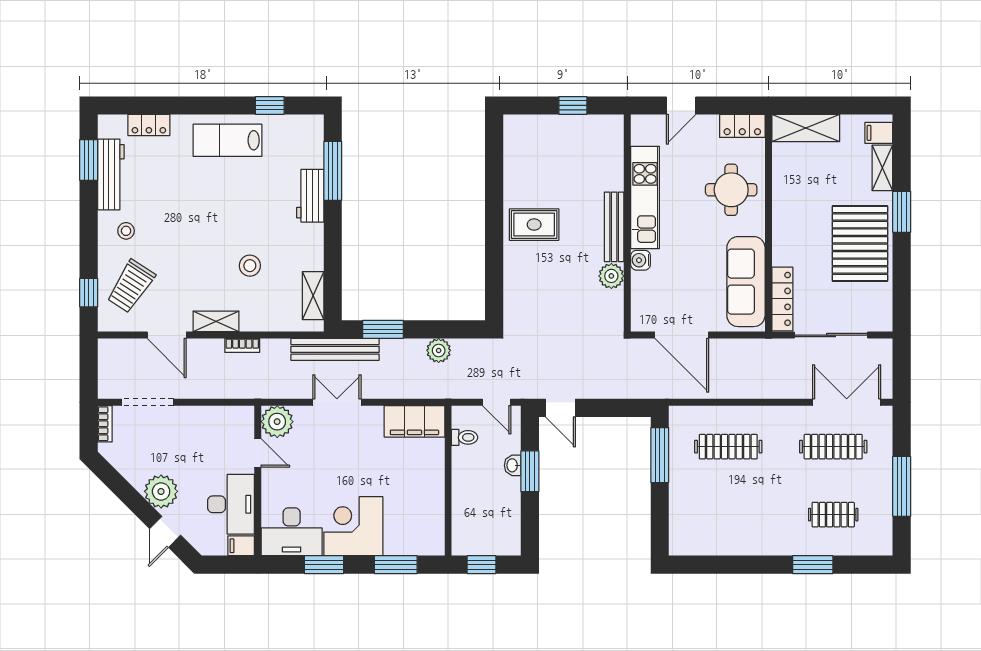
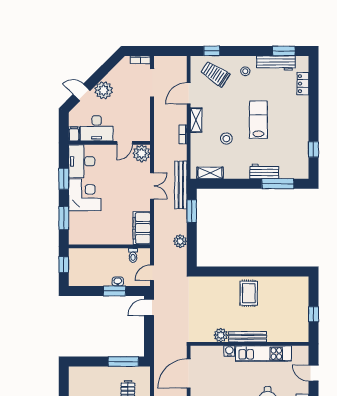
lab bench: (228, 140) -> (258, 120), moved

